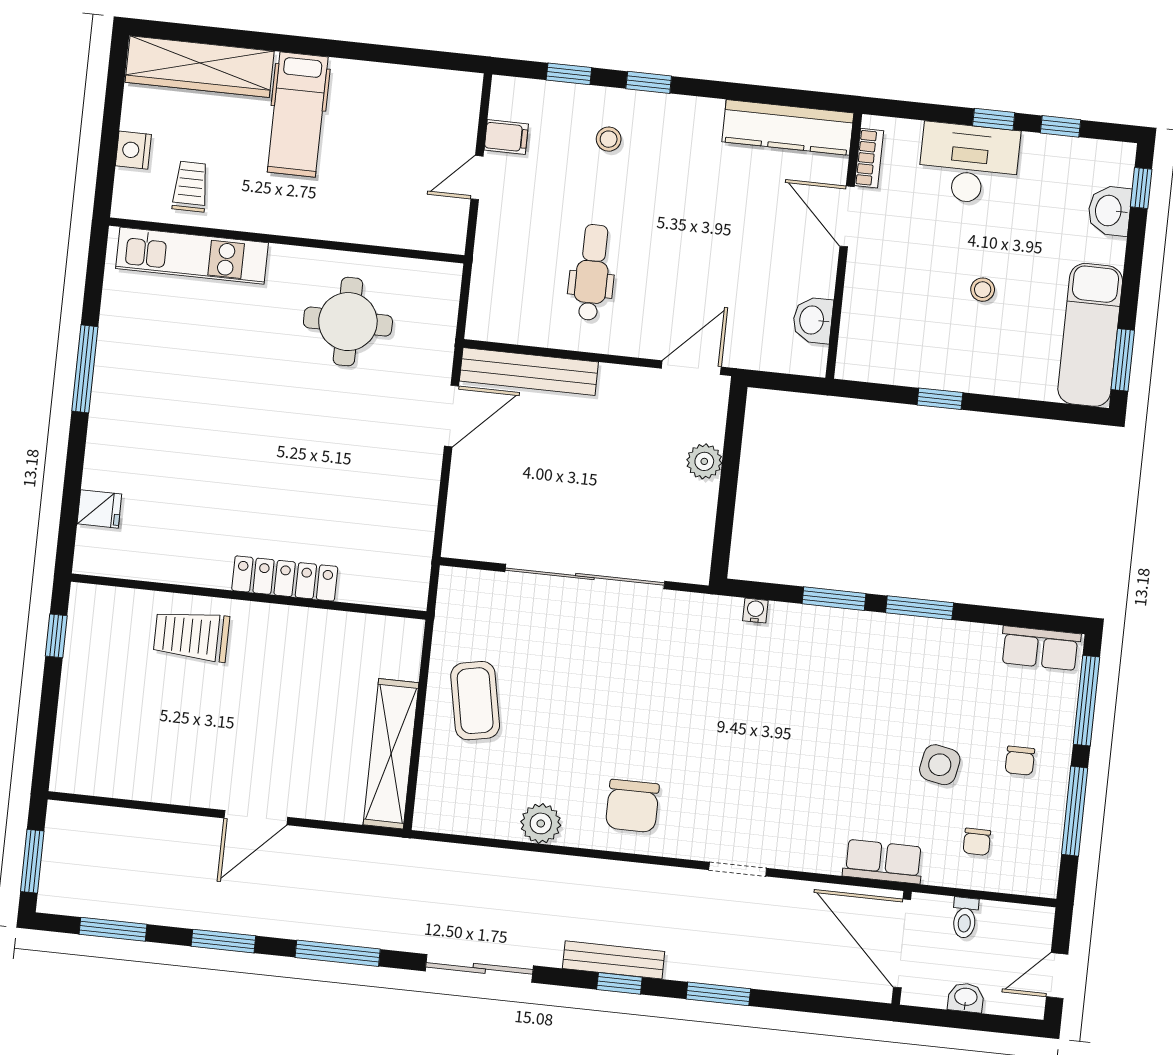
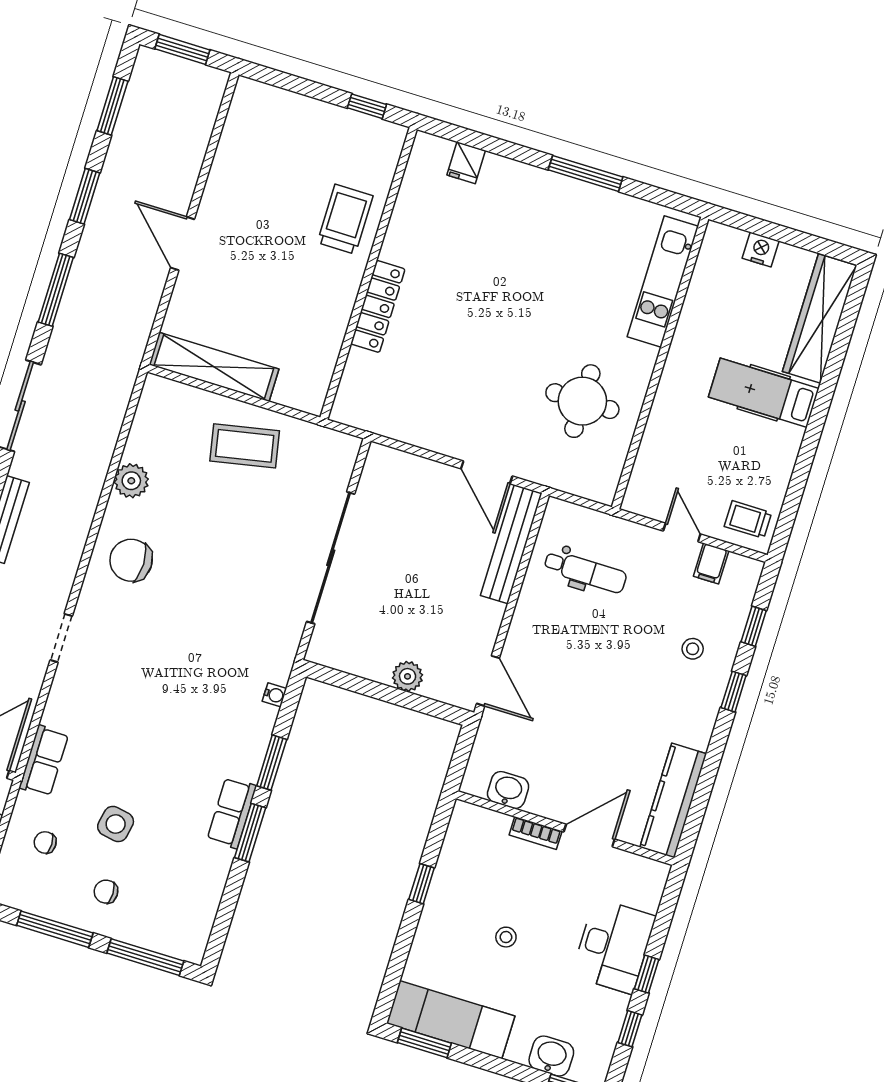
bookcase: (869, 158) -> (536, 833), moved
trolley: (190, 187) -> (748, 520), moved, turned 180
dental chair: (592, 272) -> (585, 572), moved
row of seats: (1040, 648) -> (232, 813), moved

